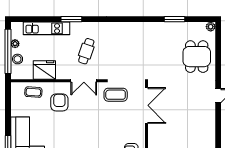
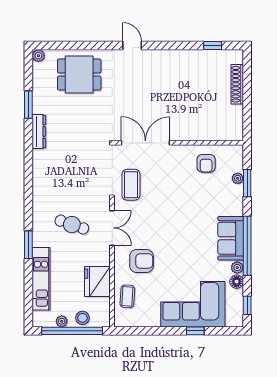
dresser: (155, 27) -> (39, 131), added
armchair: (59, 102) -> (141, 261), turned 180

